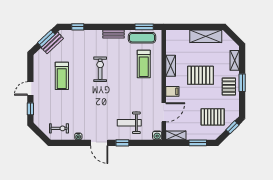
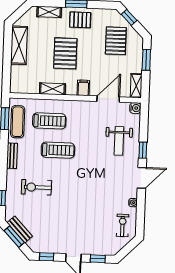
window: (30, 66) -> (47, 257), added
exercise bike: (100, 69) -> (36, 187), moved
treadmill: (62, 76) -> (58, 150), moved
door: (164, 112) -> (108, 99), hinge flipped

